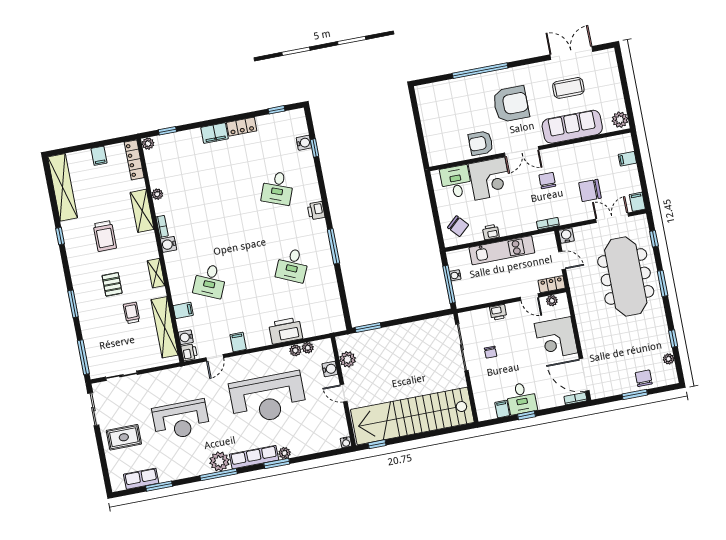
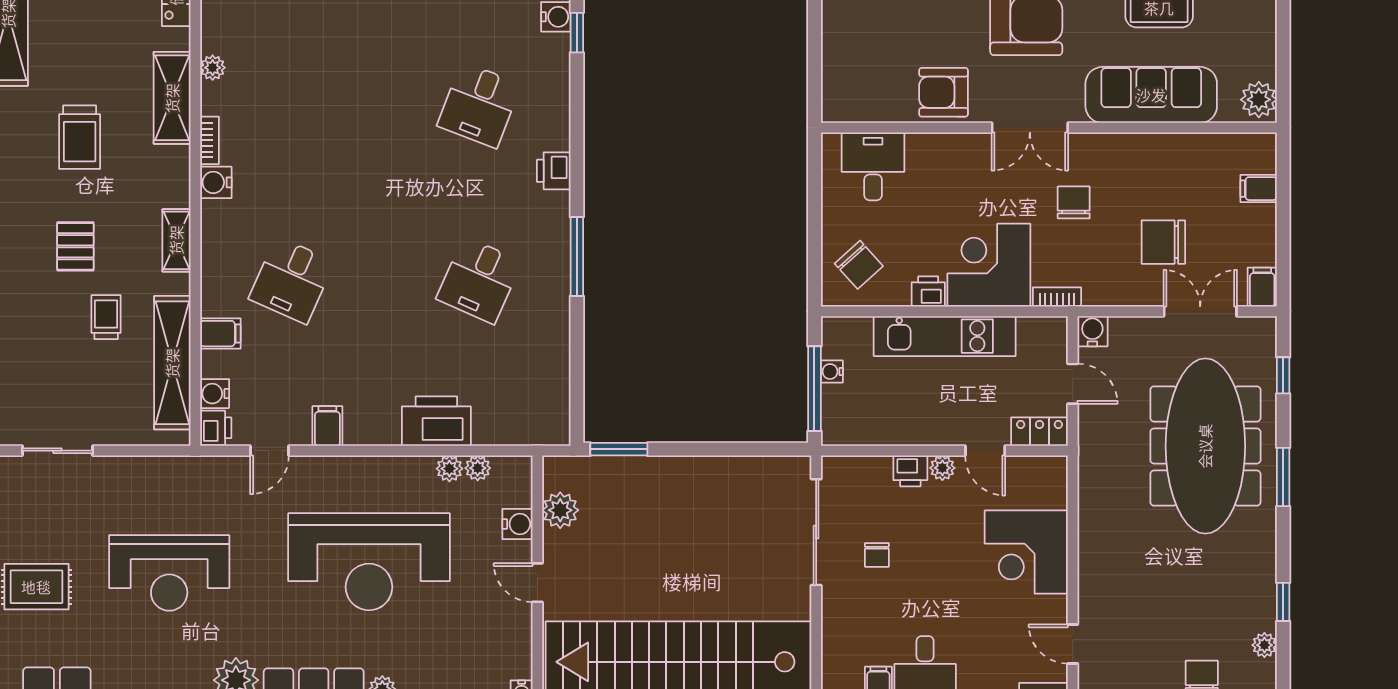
corner desk: (490, 179) -> (989, 265), moved, turned 180
plant: (552, 301) -> (942, 468), moved
door: (584, 375) -> (1073, 644), width x0.53

